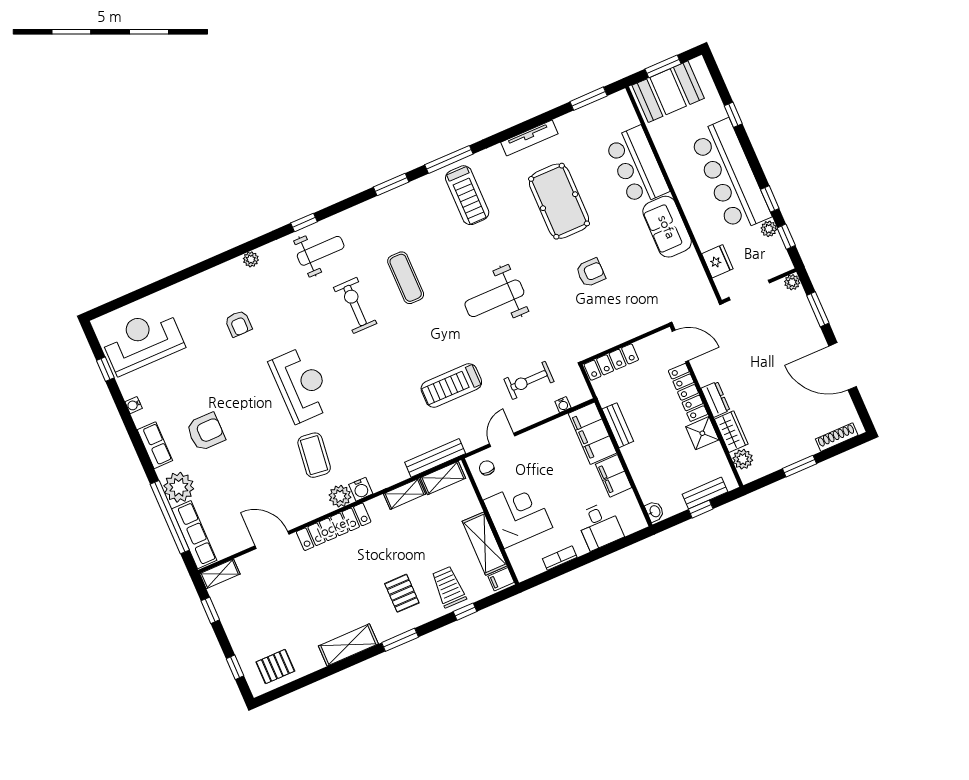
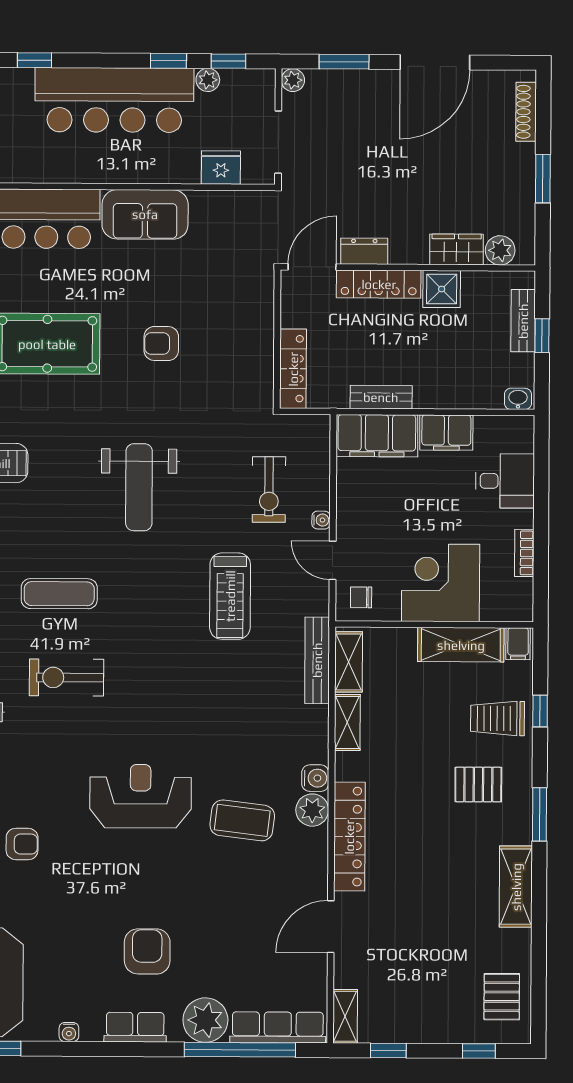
armchair: (591, 273) -> (161, 344), turned -90
dresser: (716, 399) -> (364, 251), moved
water cooler: (563, 405) -> (321, 520), moved

